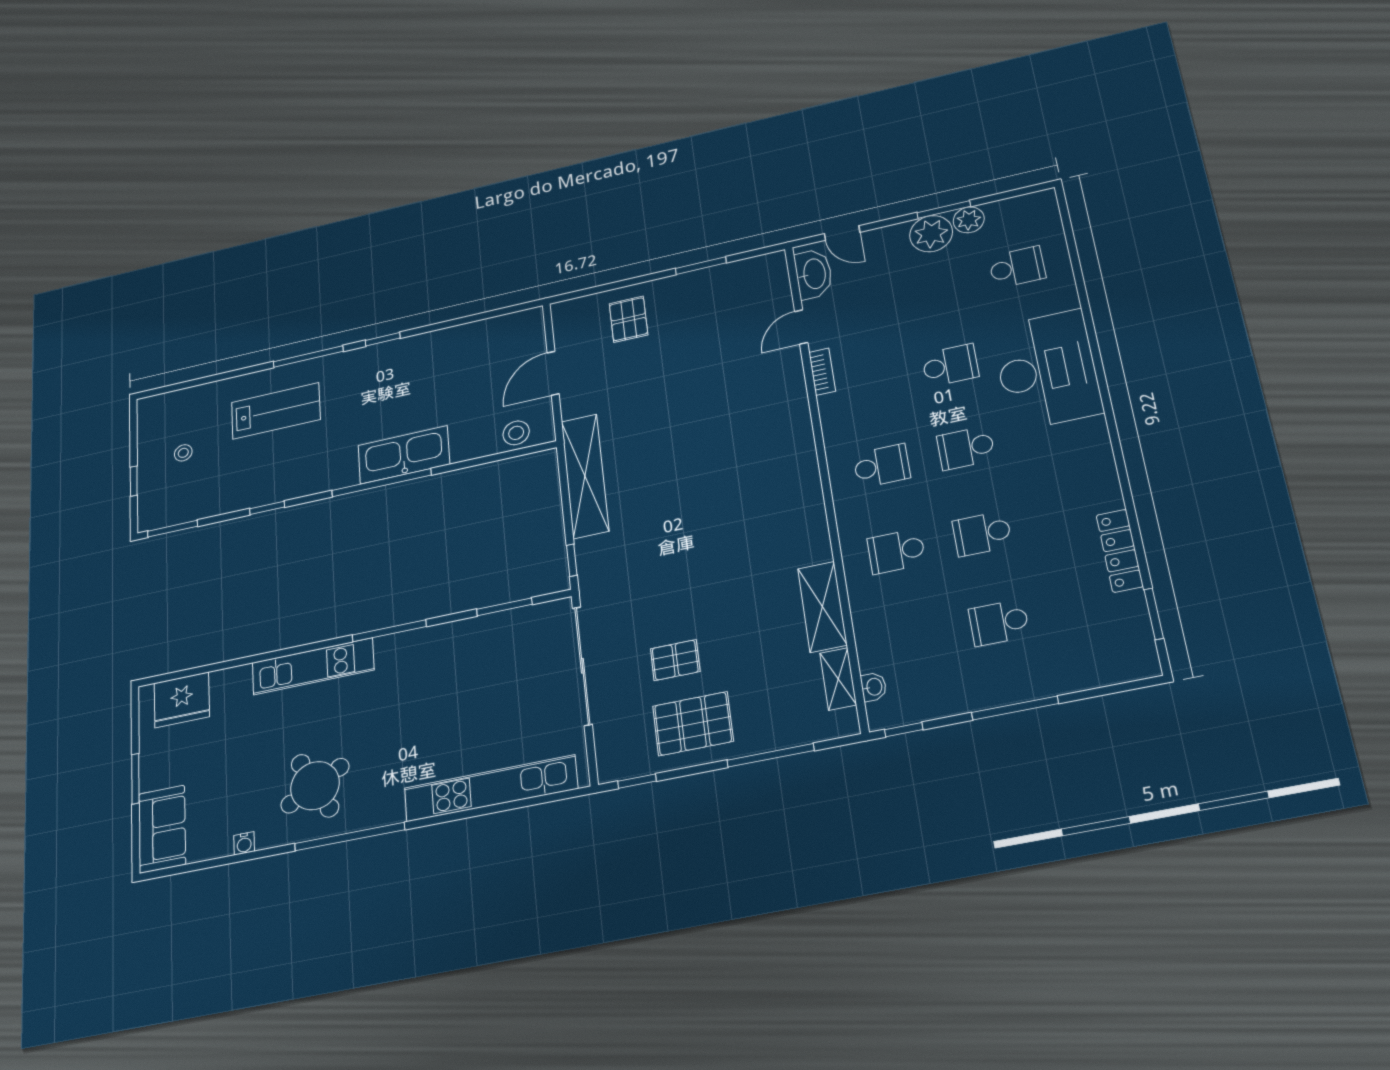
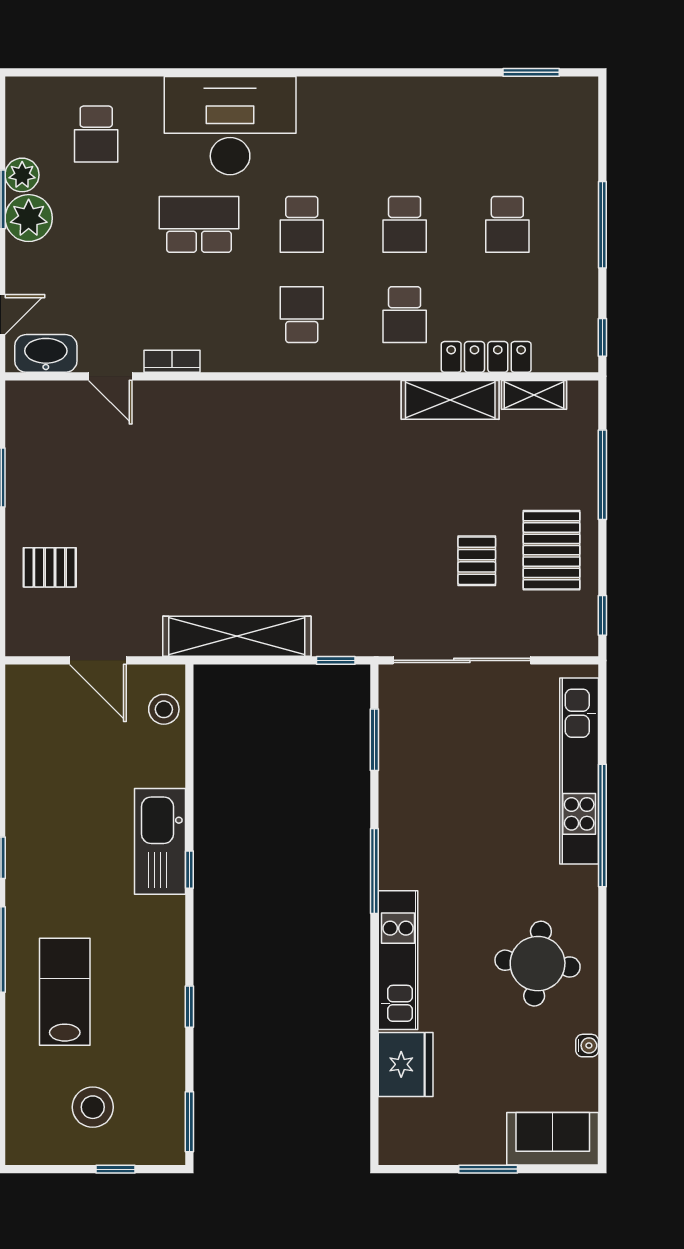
school desk: (1017, 267) -> (96, 134), turned 180
school desk: (950, 365) -> (199, 224), width x1.85
stool: (183, 453) -> (93, 1107), width x1.89, depth x1.89
window: (381, 483) -> (189, 870), width x0.32
locker: (1120, 551) -> (486, 357), moved, turned 180
washbasin: (874, 687) -> (550, 360), removed
fridge: (182, 700) -> (406, 1064), moved
round table: (315, 786) -> (538, 964), turned 34
window: (350, 837) -> (602, 825), moved

